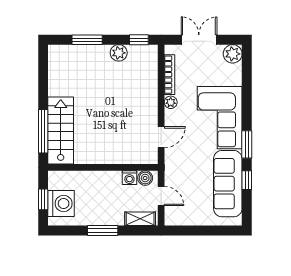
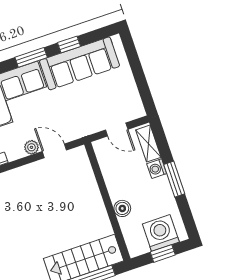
plant: (171, 102) -> (31, 147), moved
washing machine: (129, 178) -> (157, 169), moved, turned 180
boiler: (145, 178) -> (122, 208), moved
door: (161, 196) -> (117, 130), swing flipped

